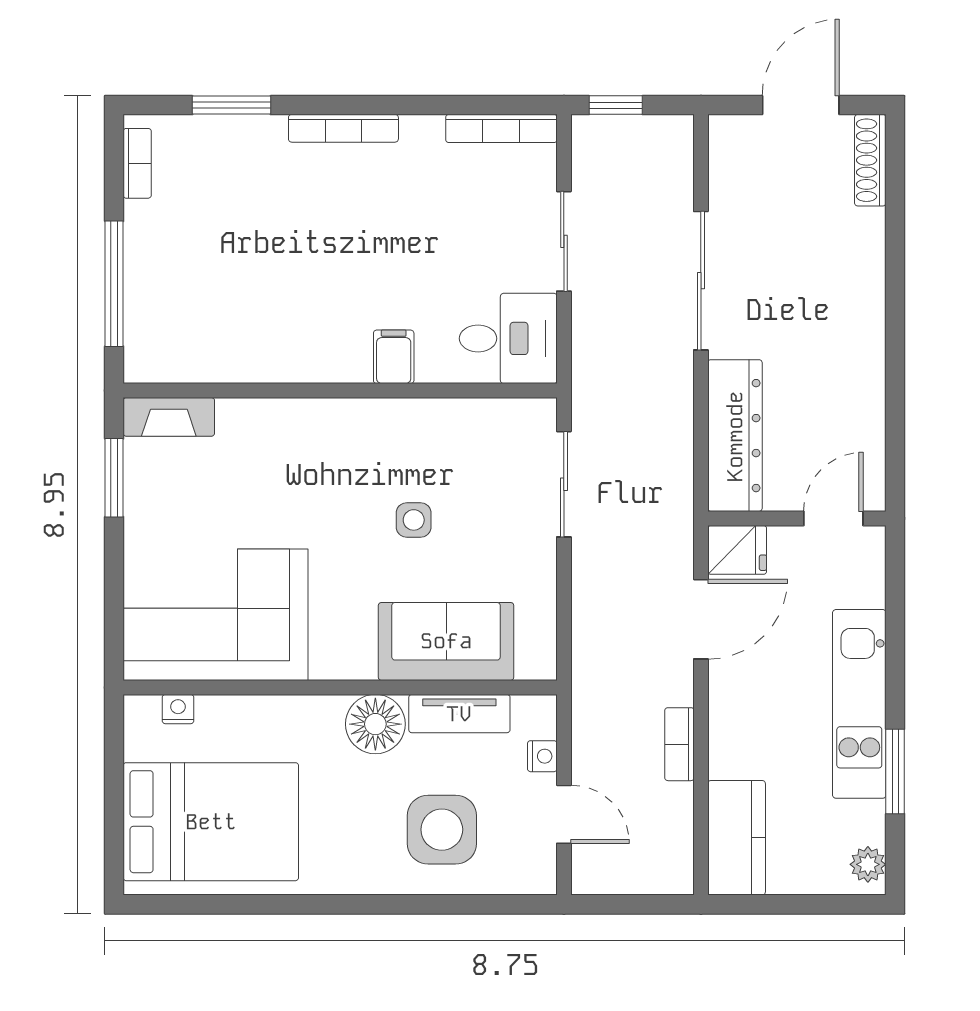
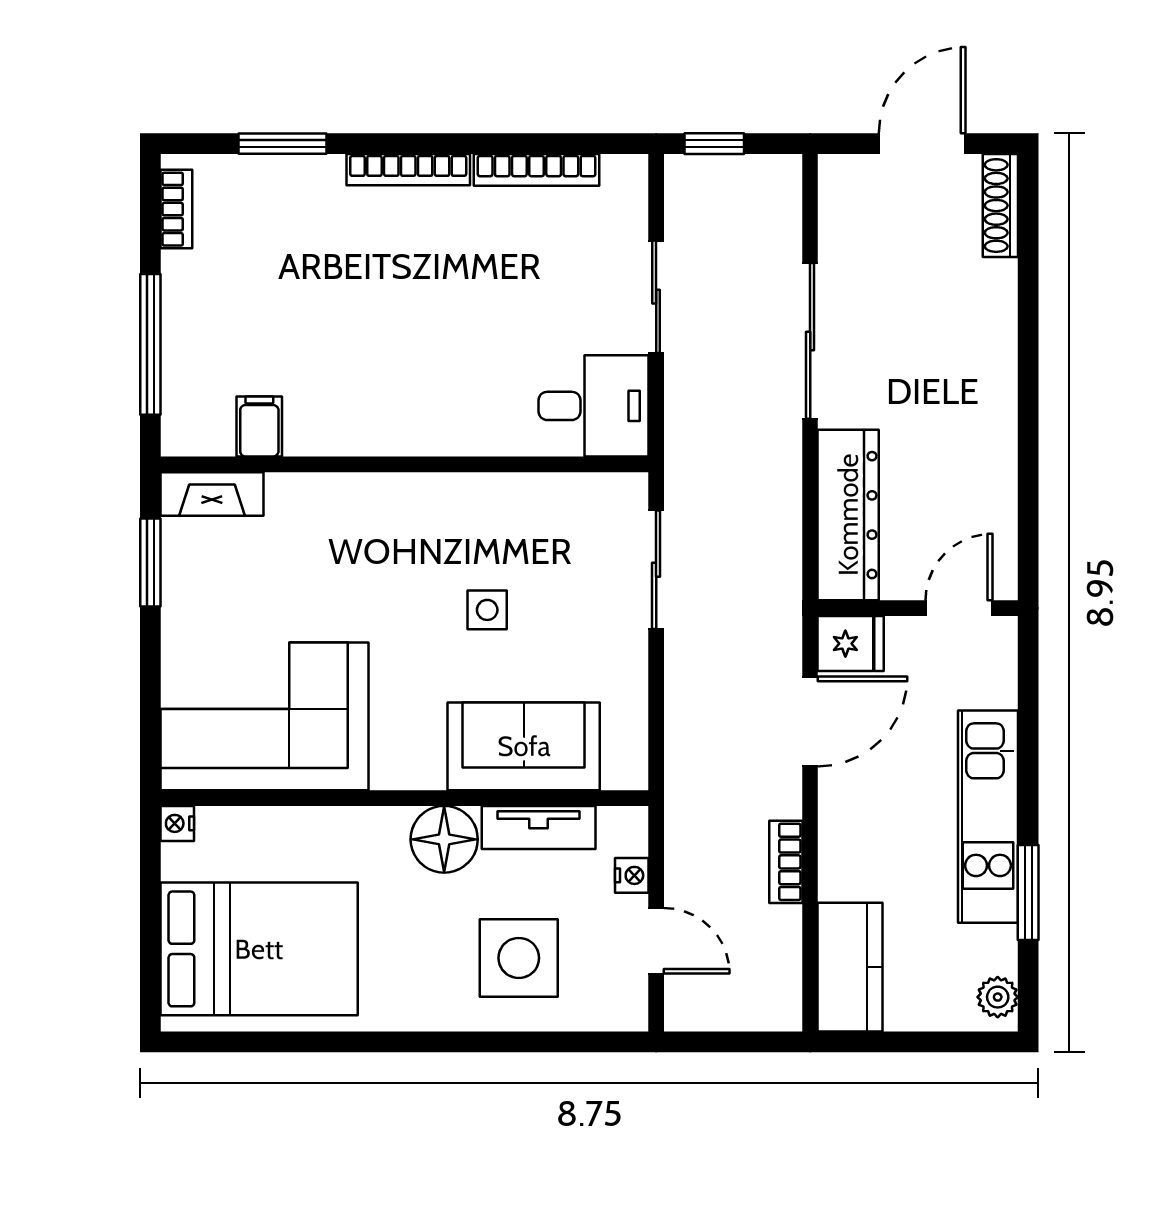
bookcase: (501, 128) -> (537, 170), moved
filing cabinet: (394, 357) -> (259, 427), moved
nightstand: (178, 709) -> (177, 823), moved, turned -90

